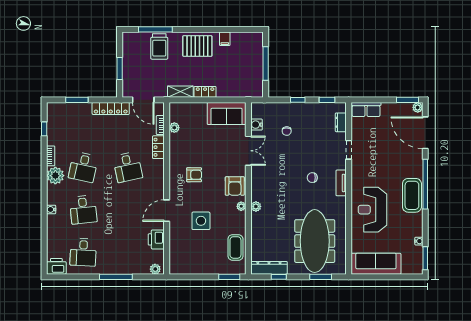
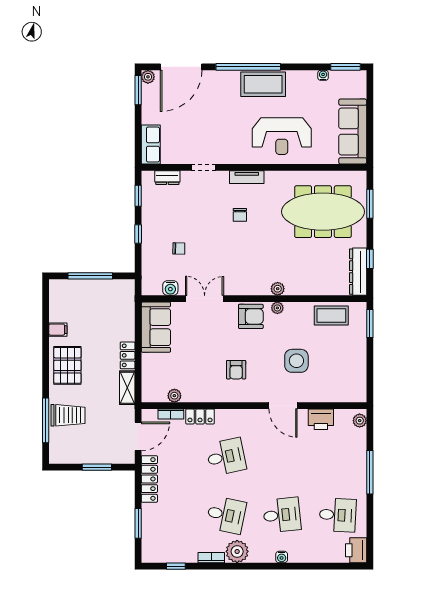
armchair: (194, 175) -> (236, 370), turned 180

